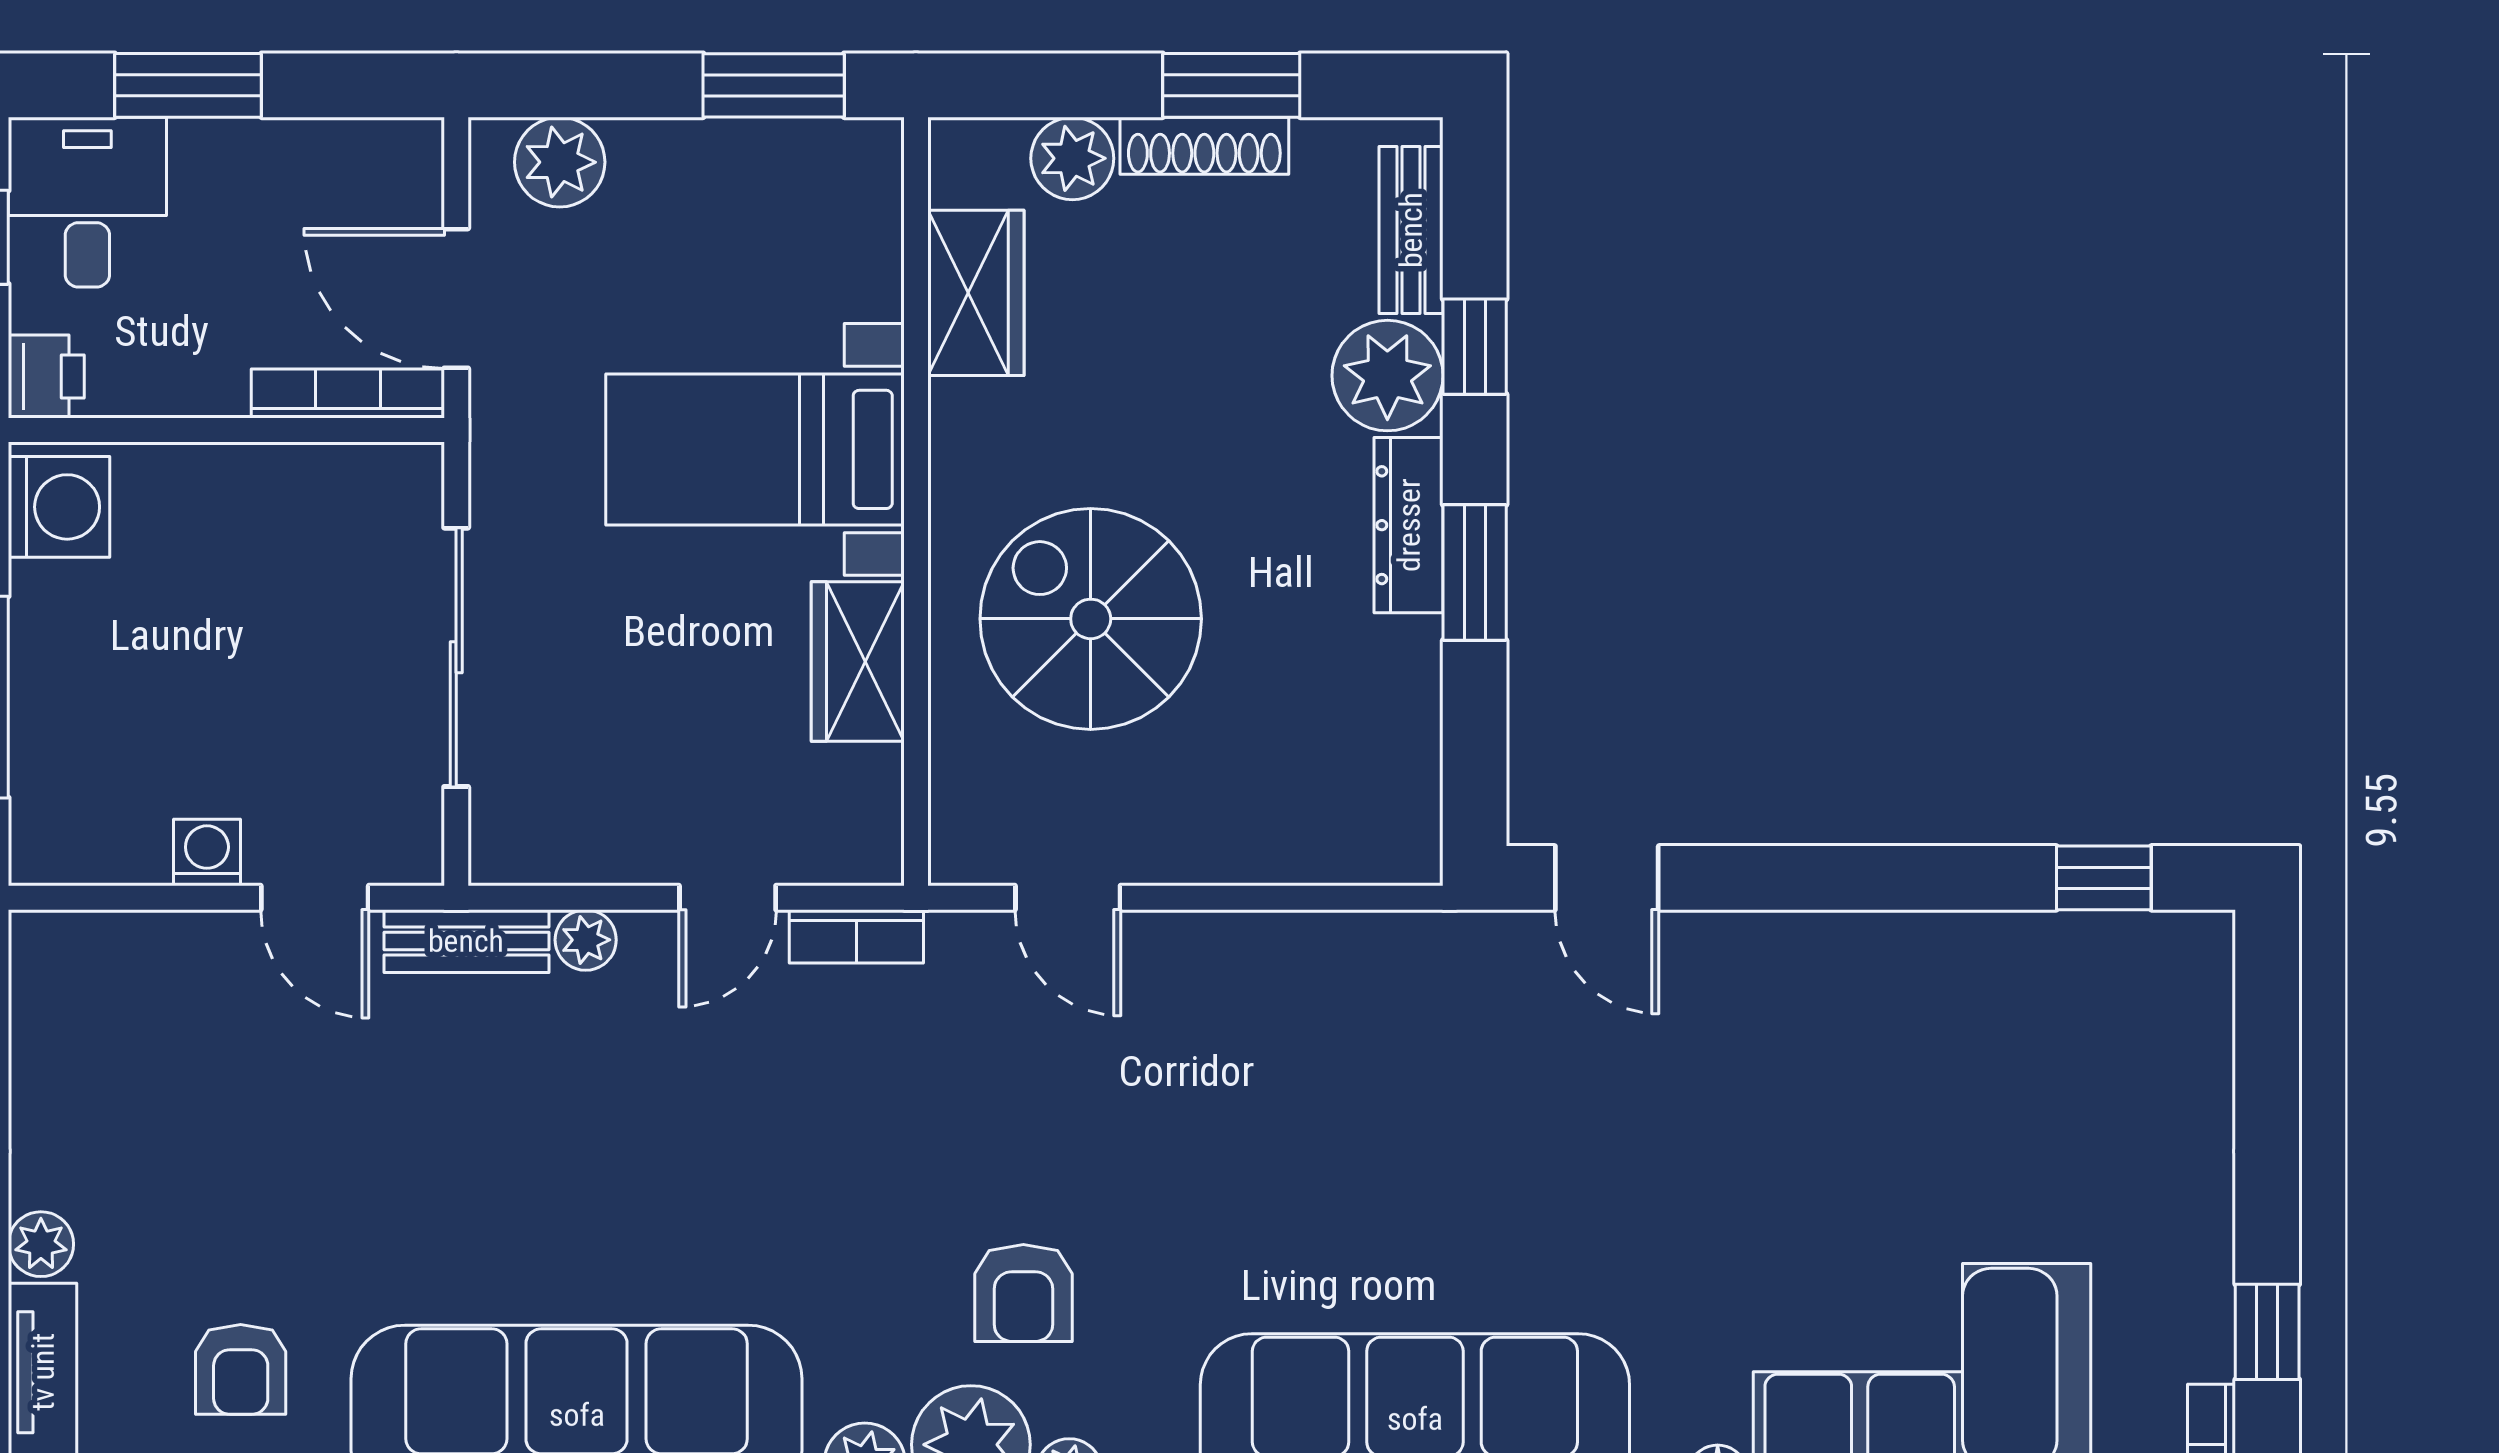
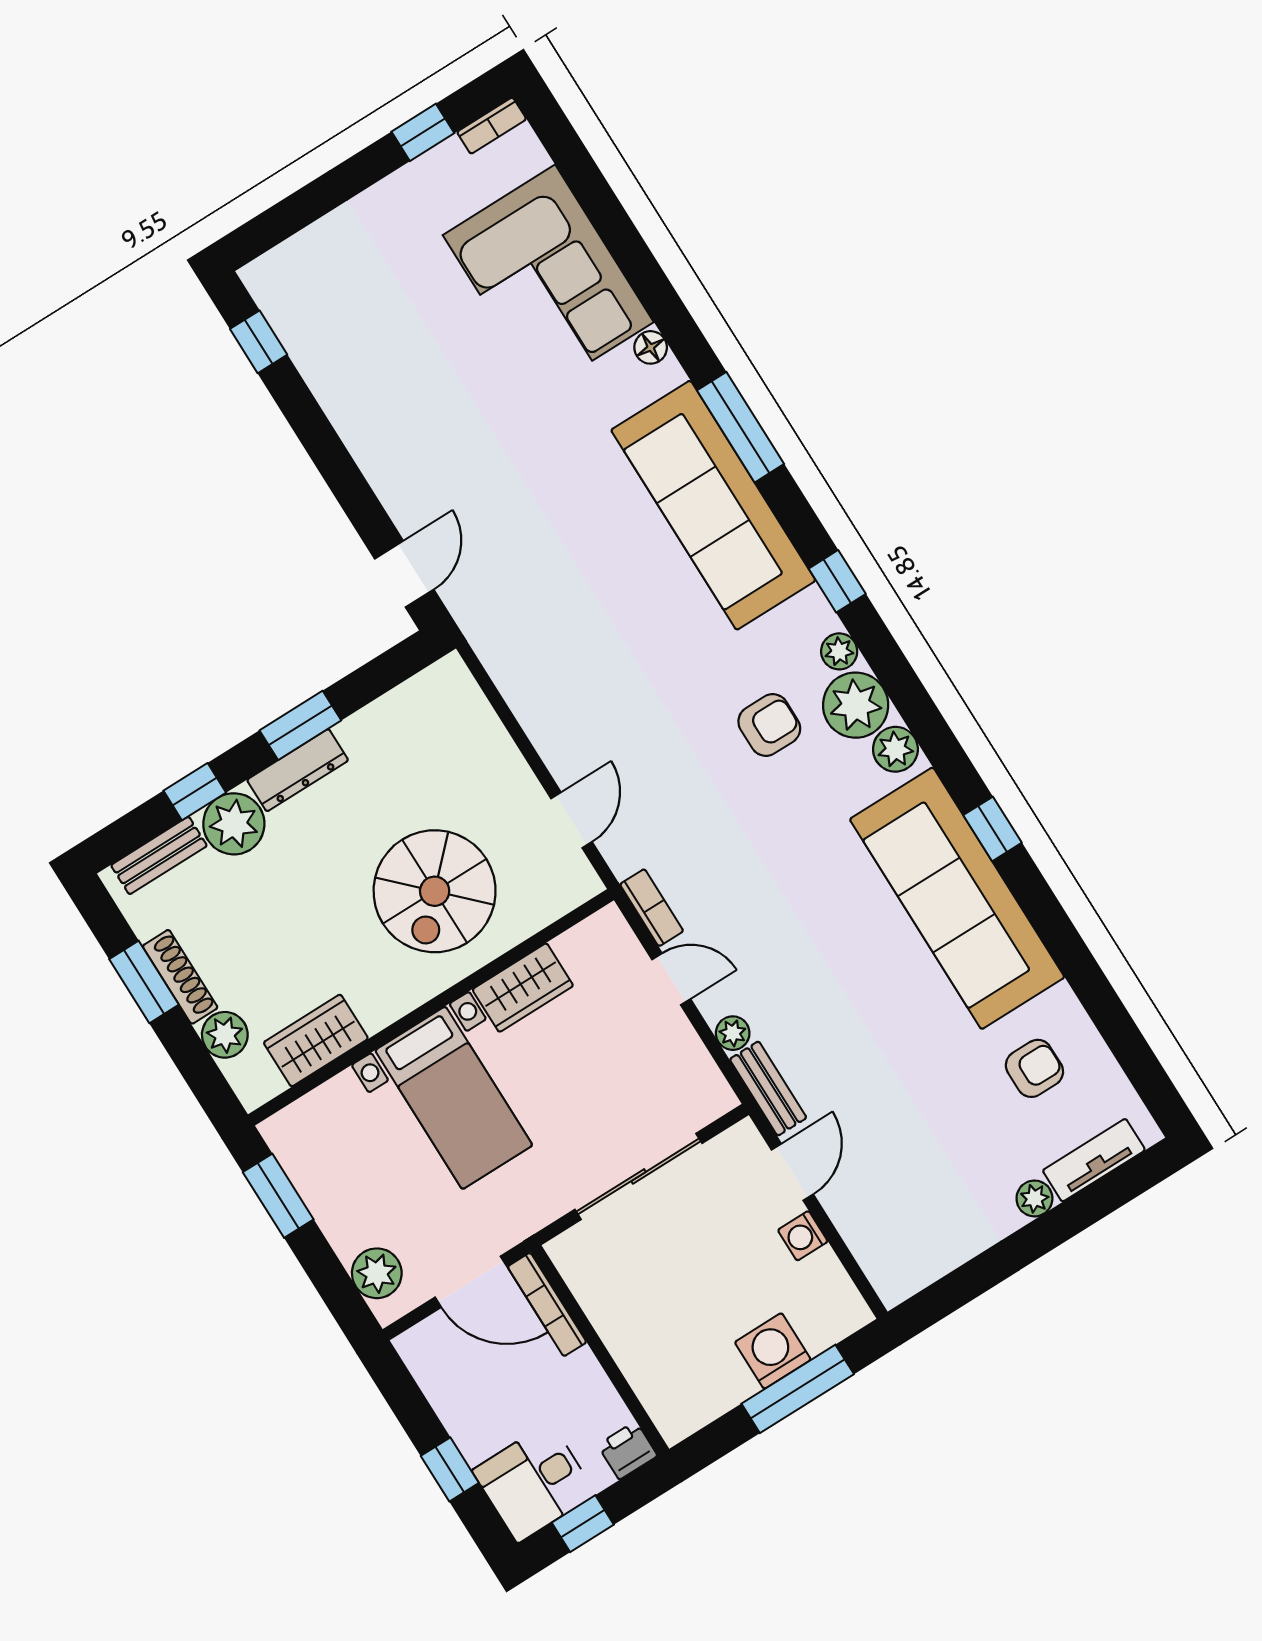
window: (188, 85) -> (450, 1469), width x0.67
door: (456, 298) -> (471, 1282), hinge flipped
washing machine: (59, 507) -> (773, 1351), moved

